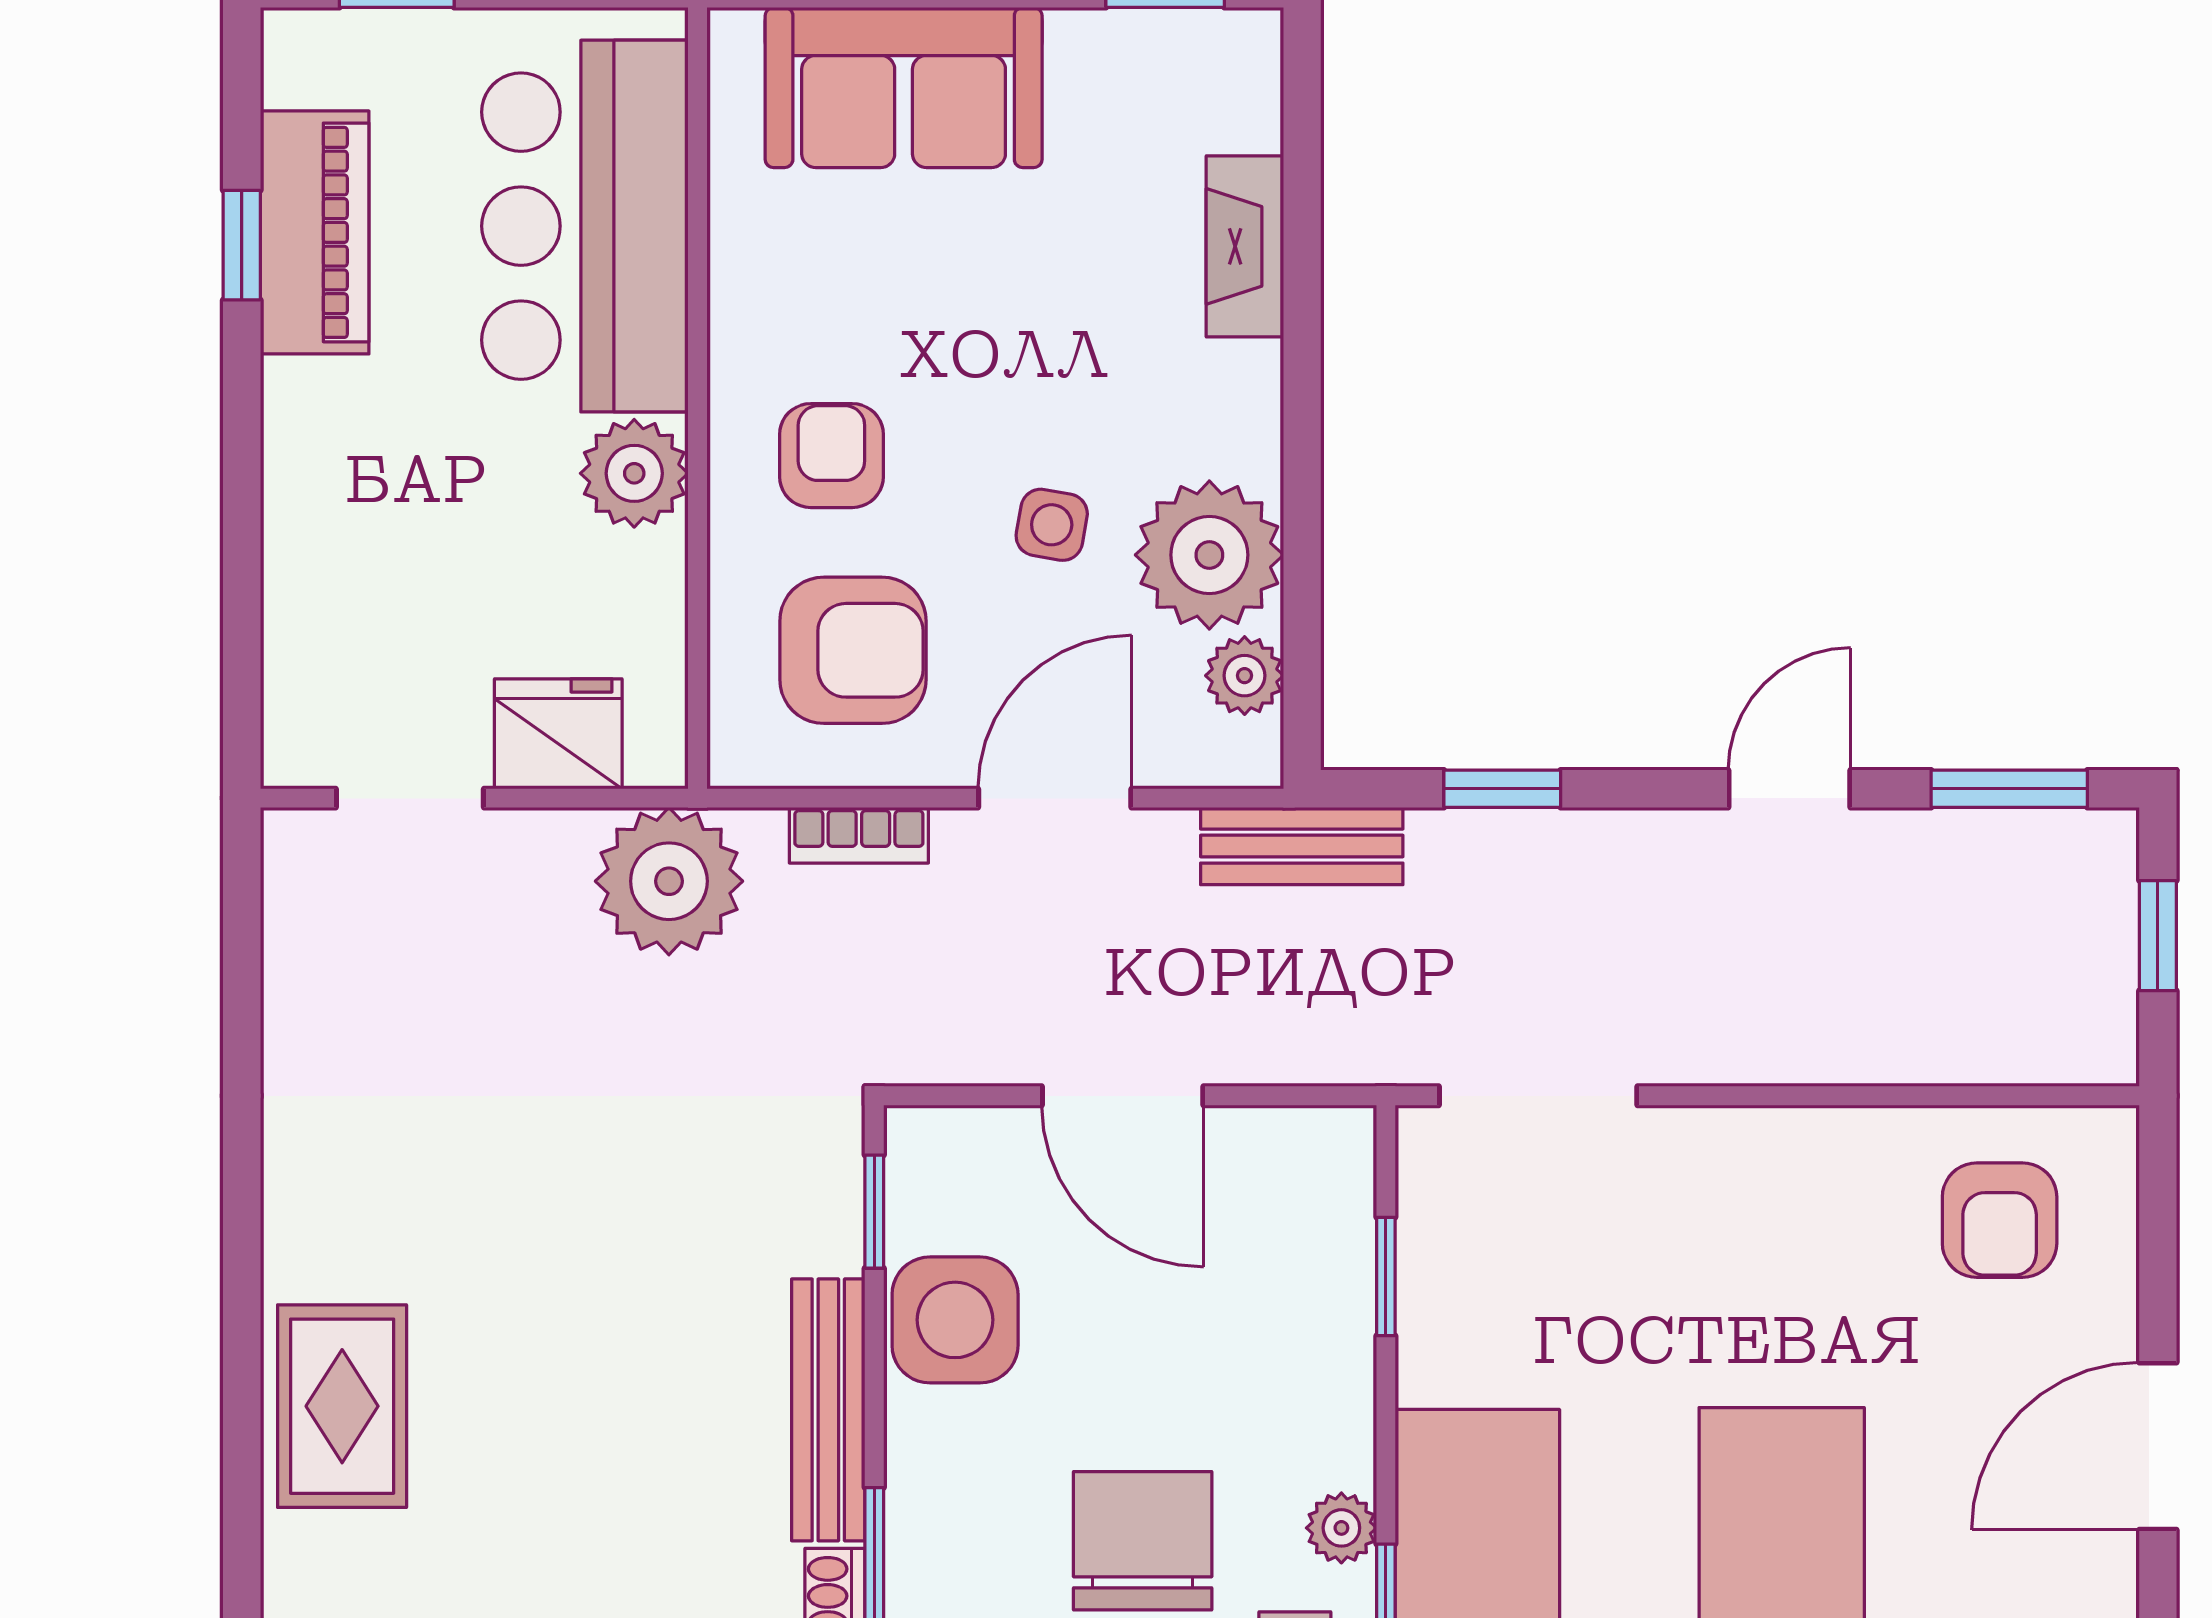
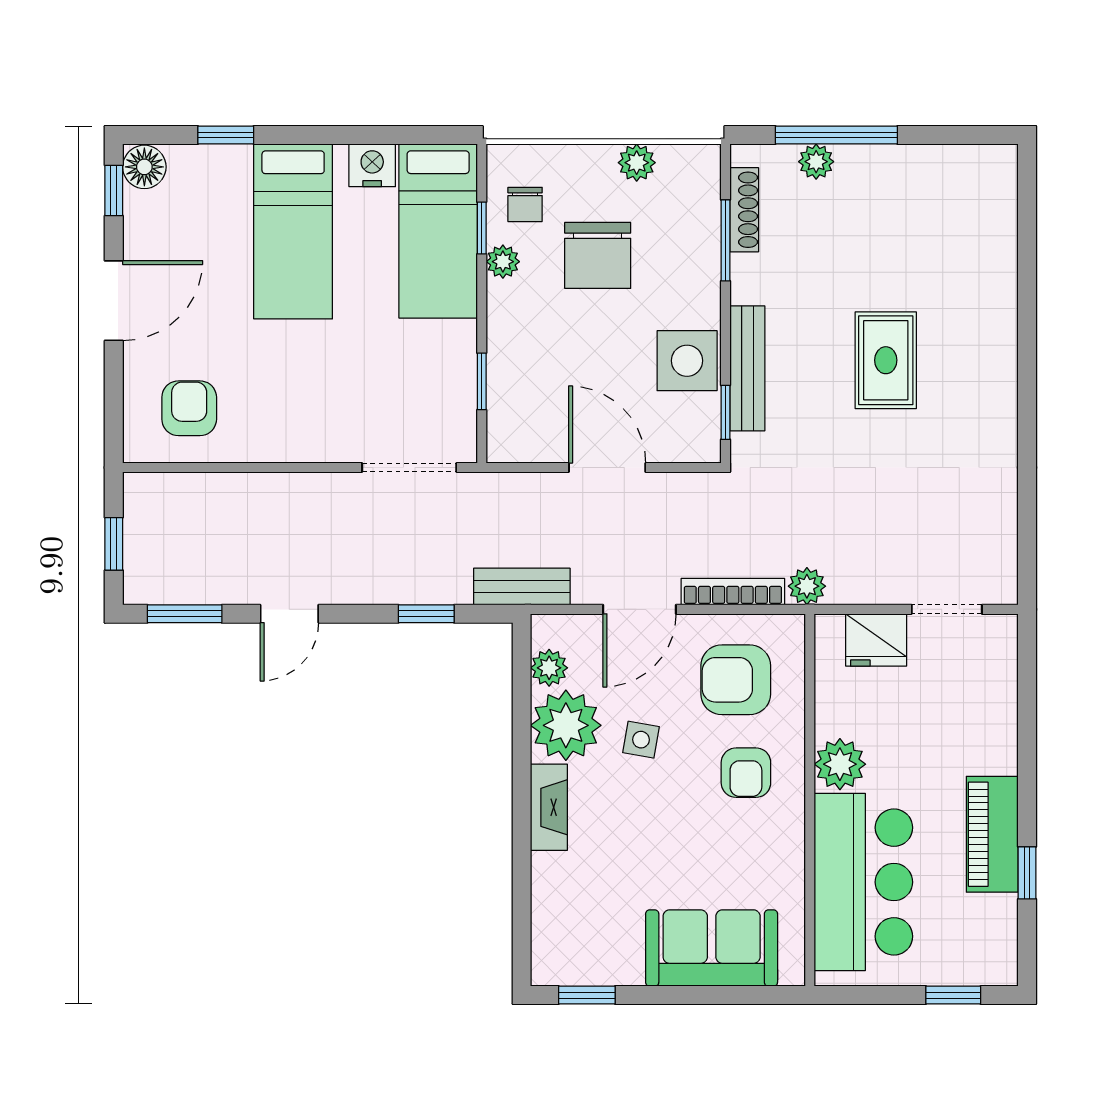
piano: (315, 232) -> (992, 834), moved
fireplace: (1245, 246) -> (549, 807), moved
bookcase: (859, 835) -> (733, 592), width x1.56
plant: (669, 881) -> (807, 586), width x0.53, depth x0.53
rug: (342, 1406) -> (886, 360), moved
bench: (828, 1410) -> (747, 368), moved

